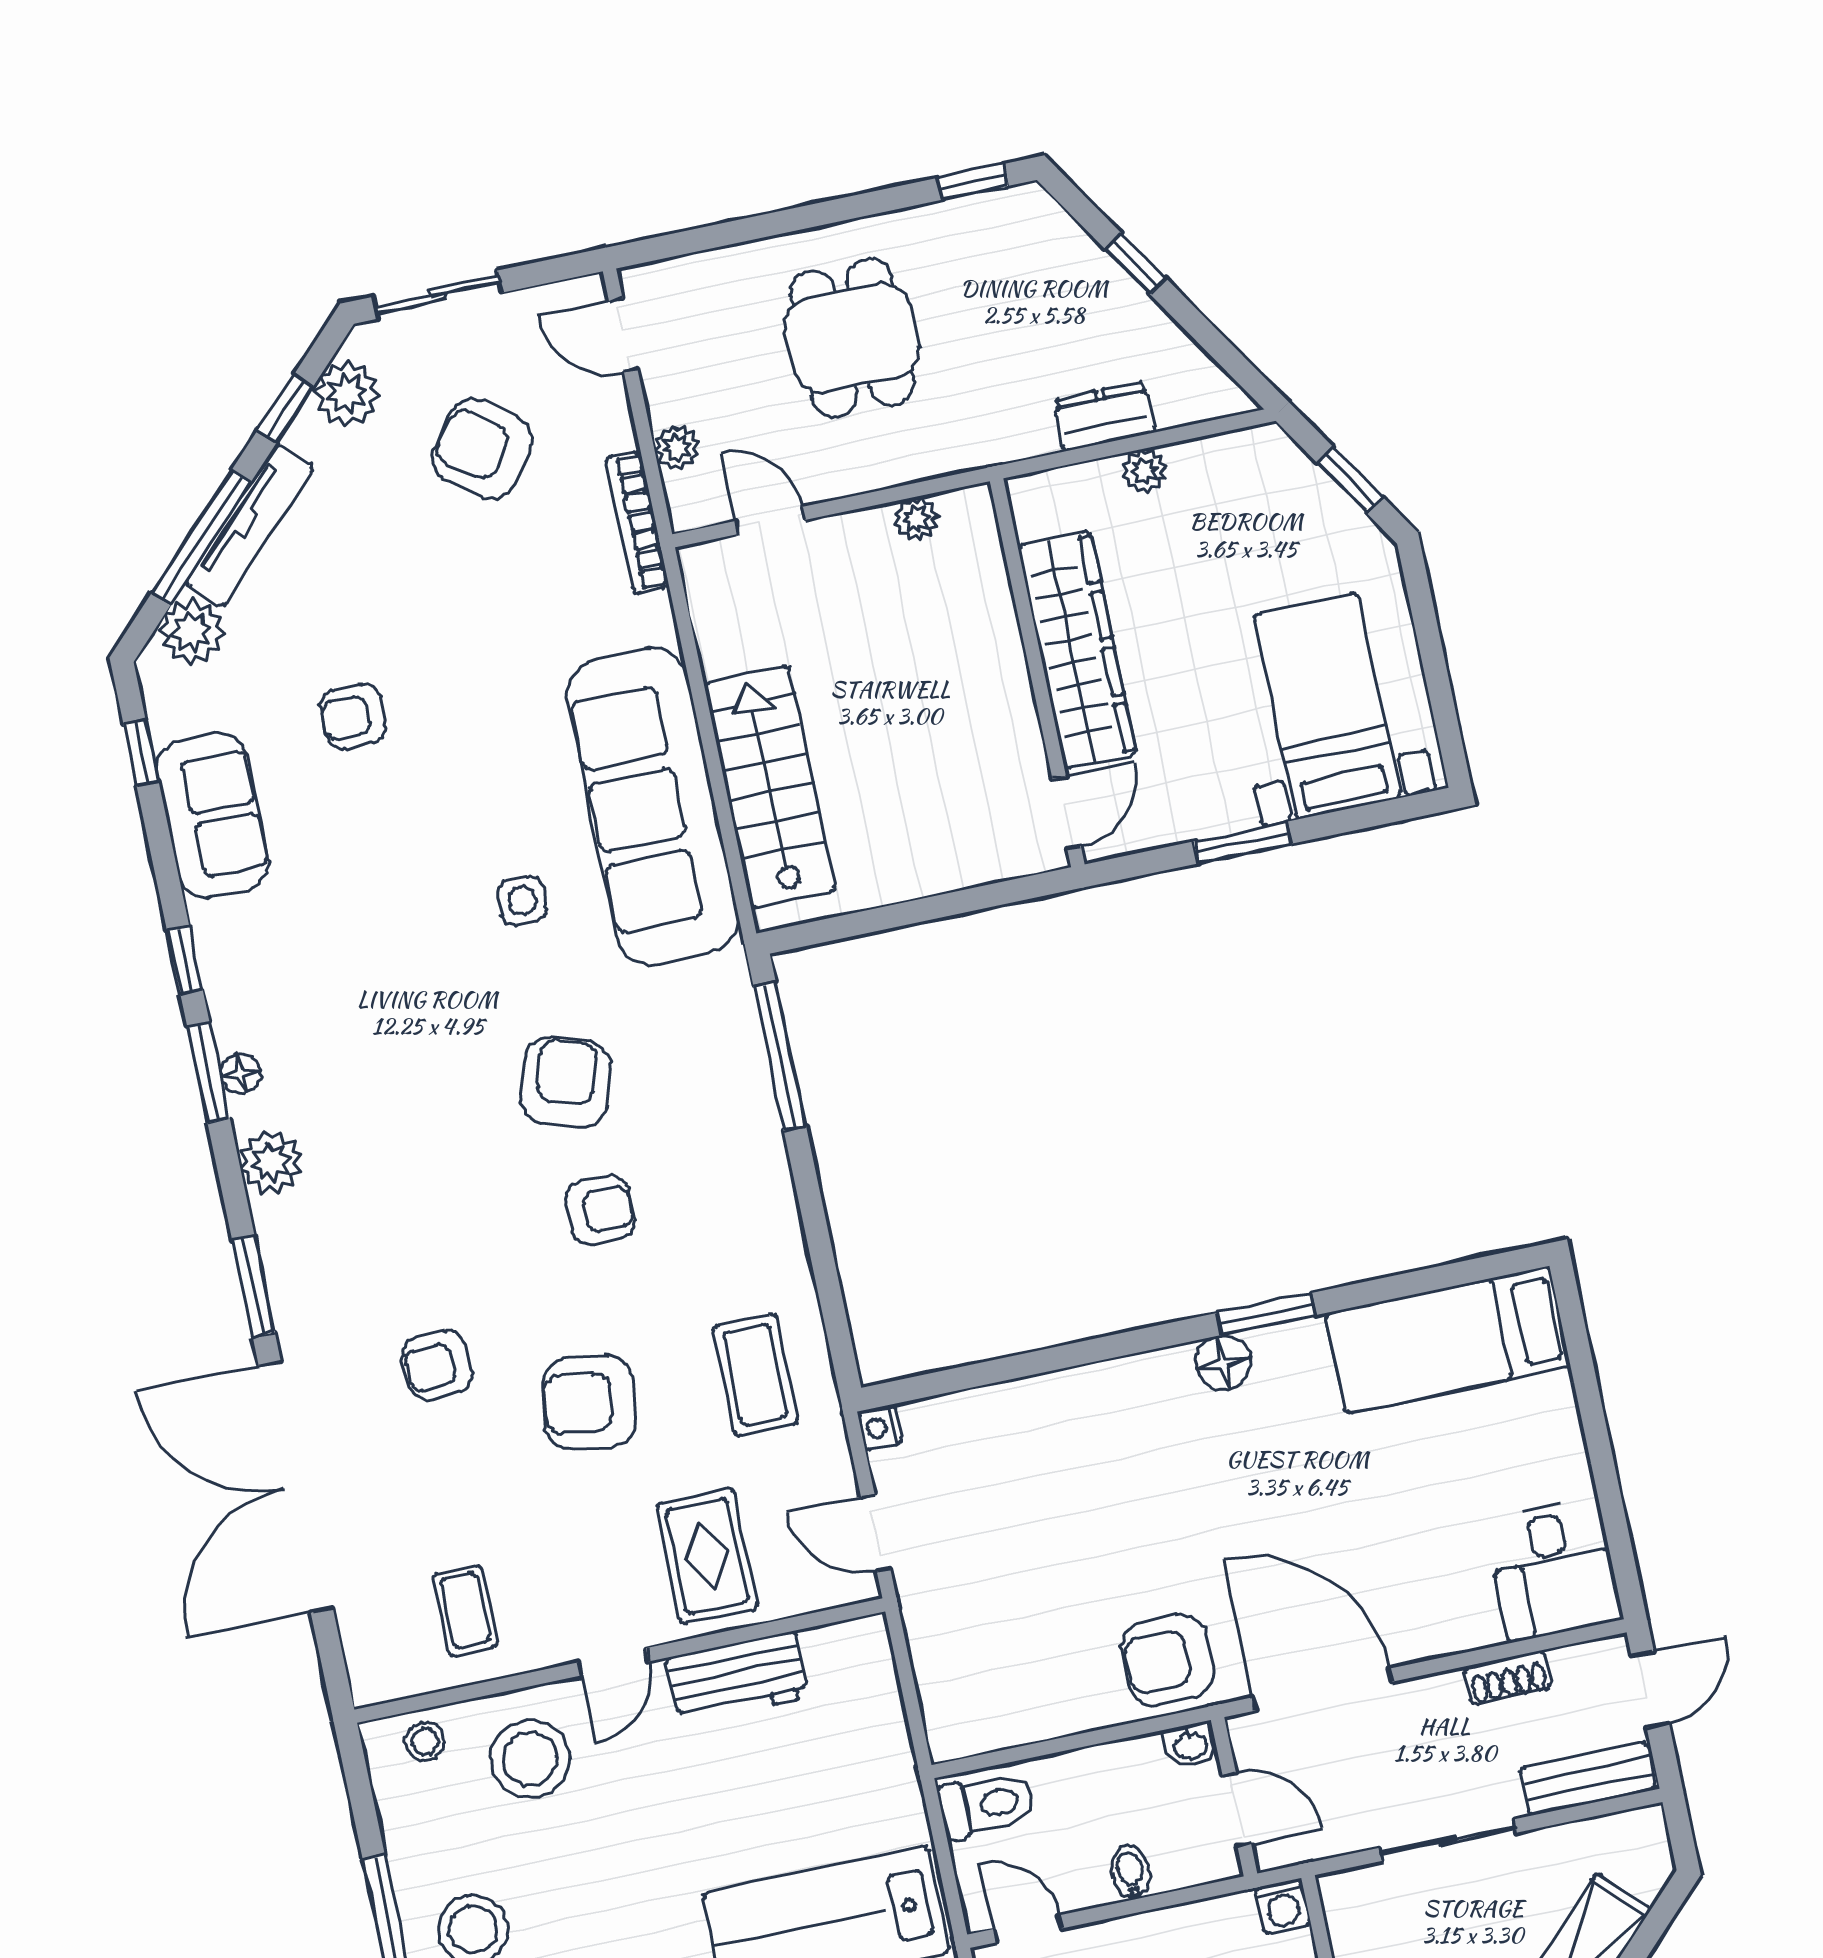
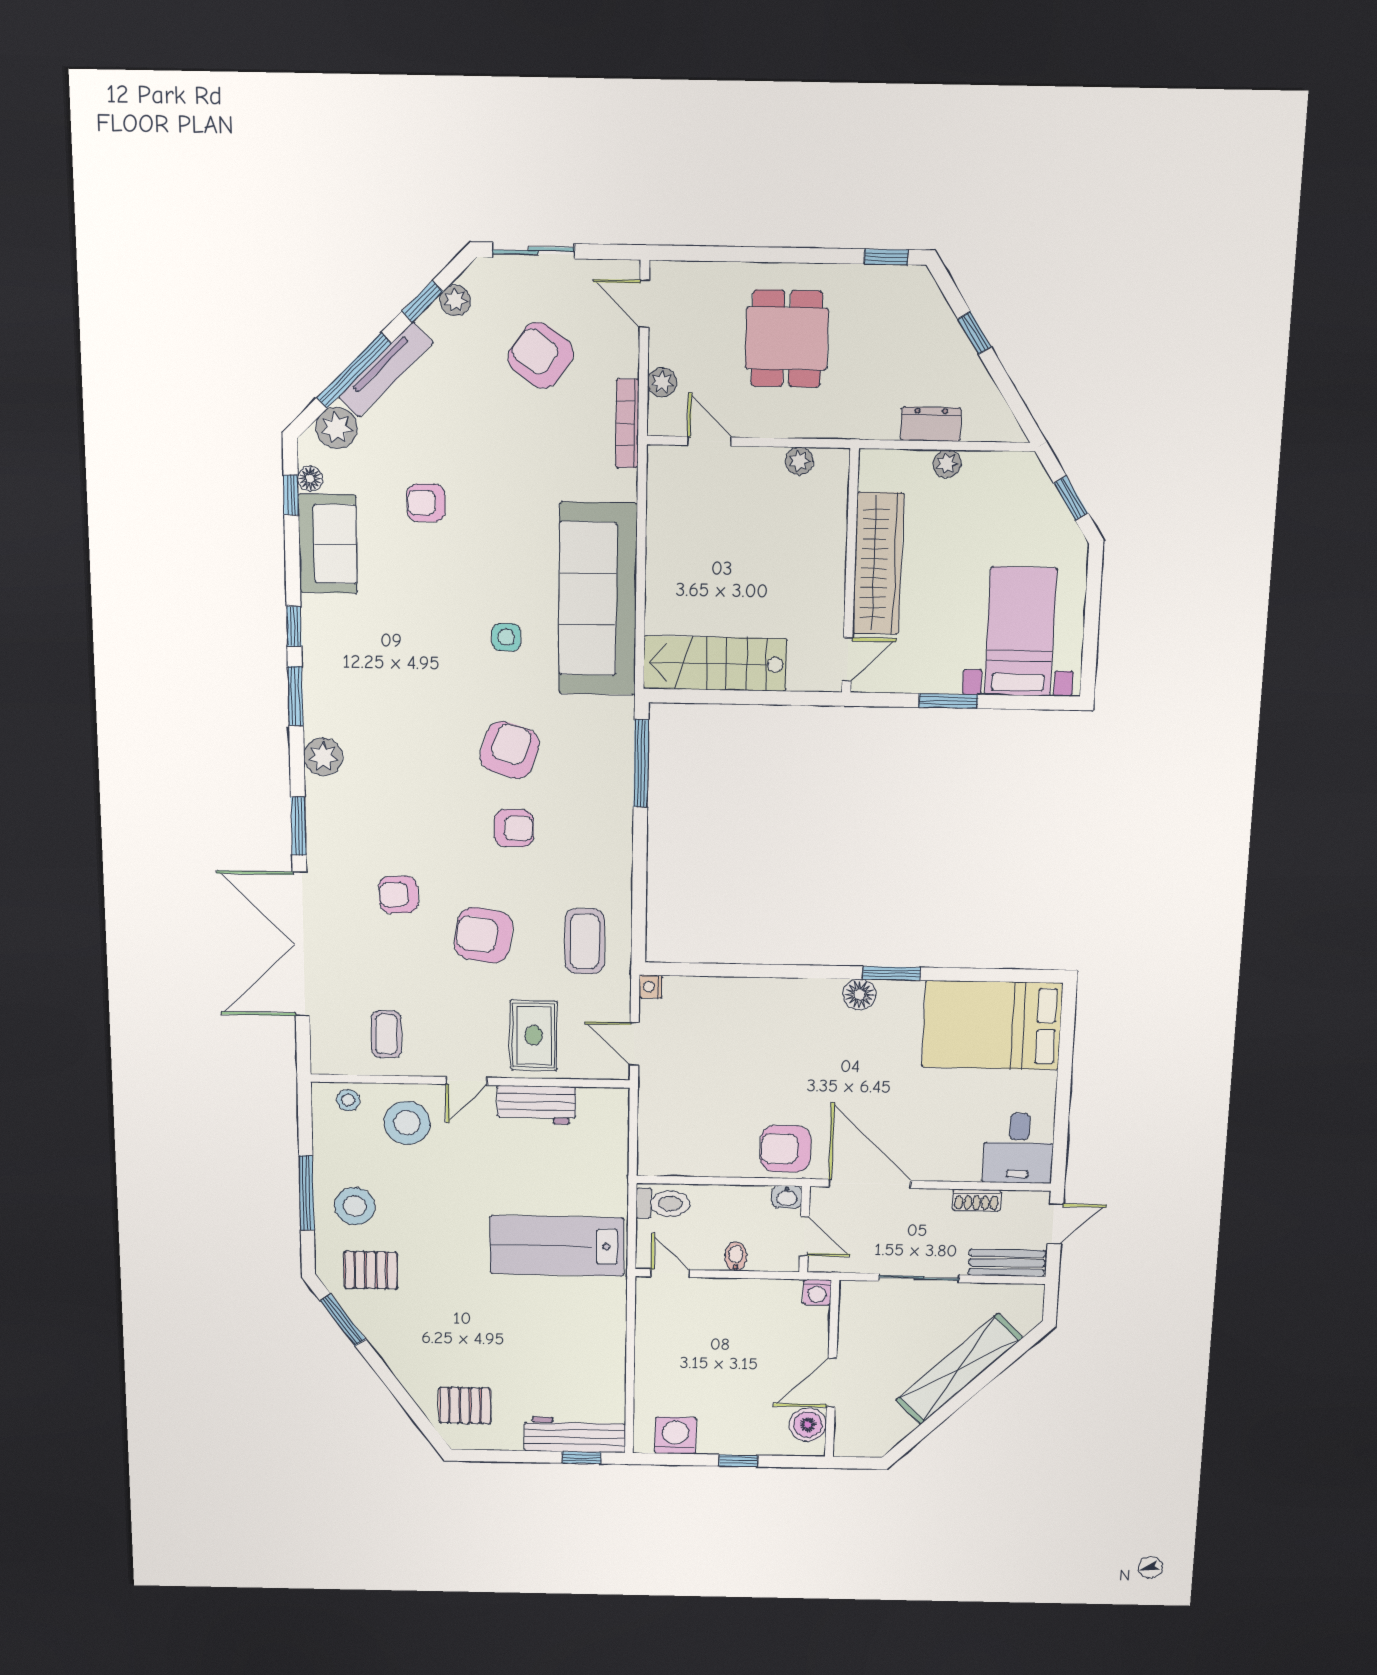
plant: (347, 394) -> (455, 301), width x0.73, depth x0.73
stairs: (770, 787) -> (715, 664), moved, turned -90
floor lamp: (240, 1074) -> (310, 479), moved
bed: (1448, 1340) -> (992, 1025), width x1.50

